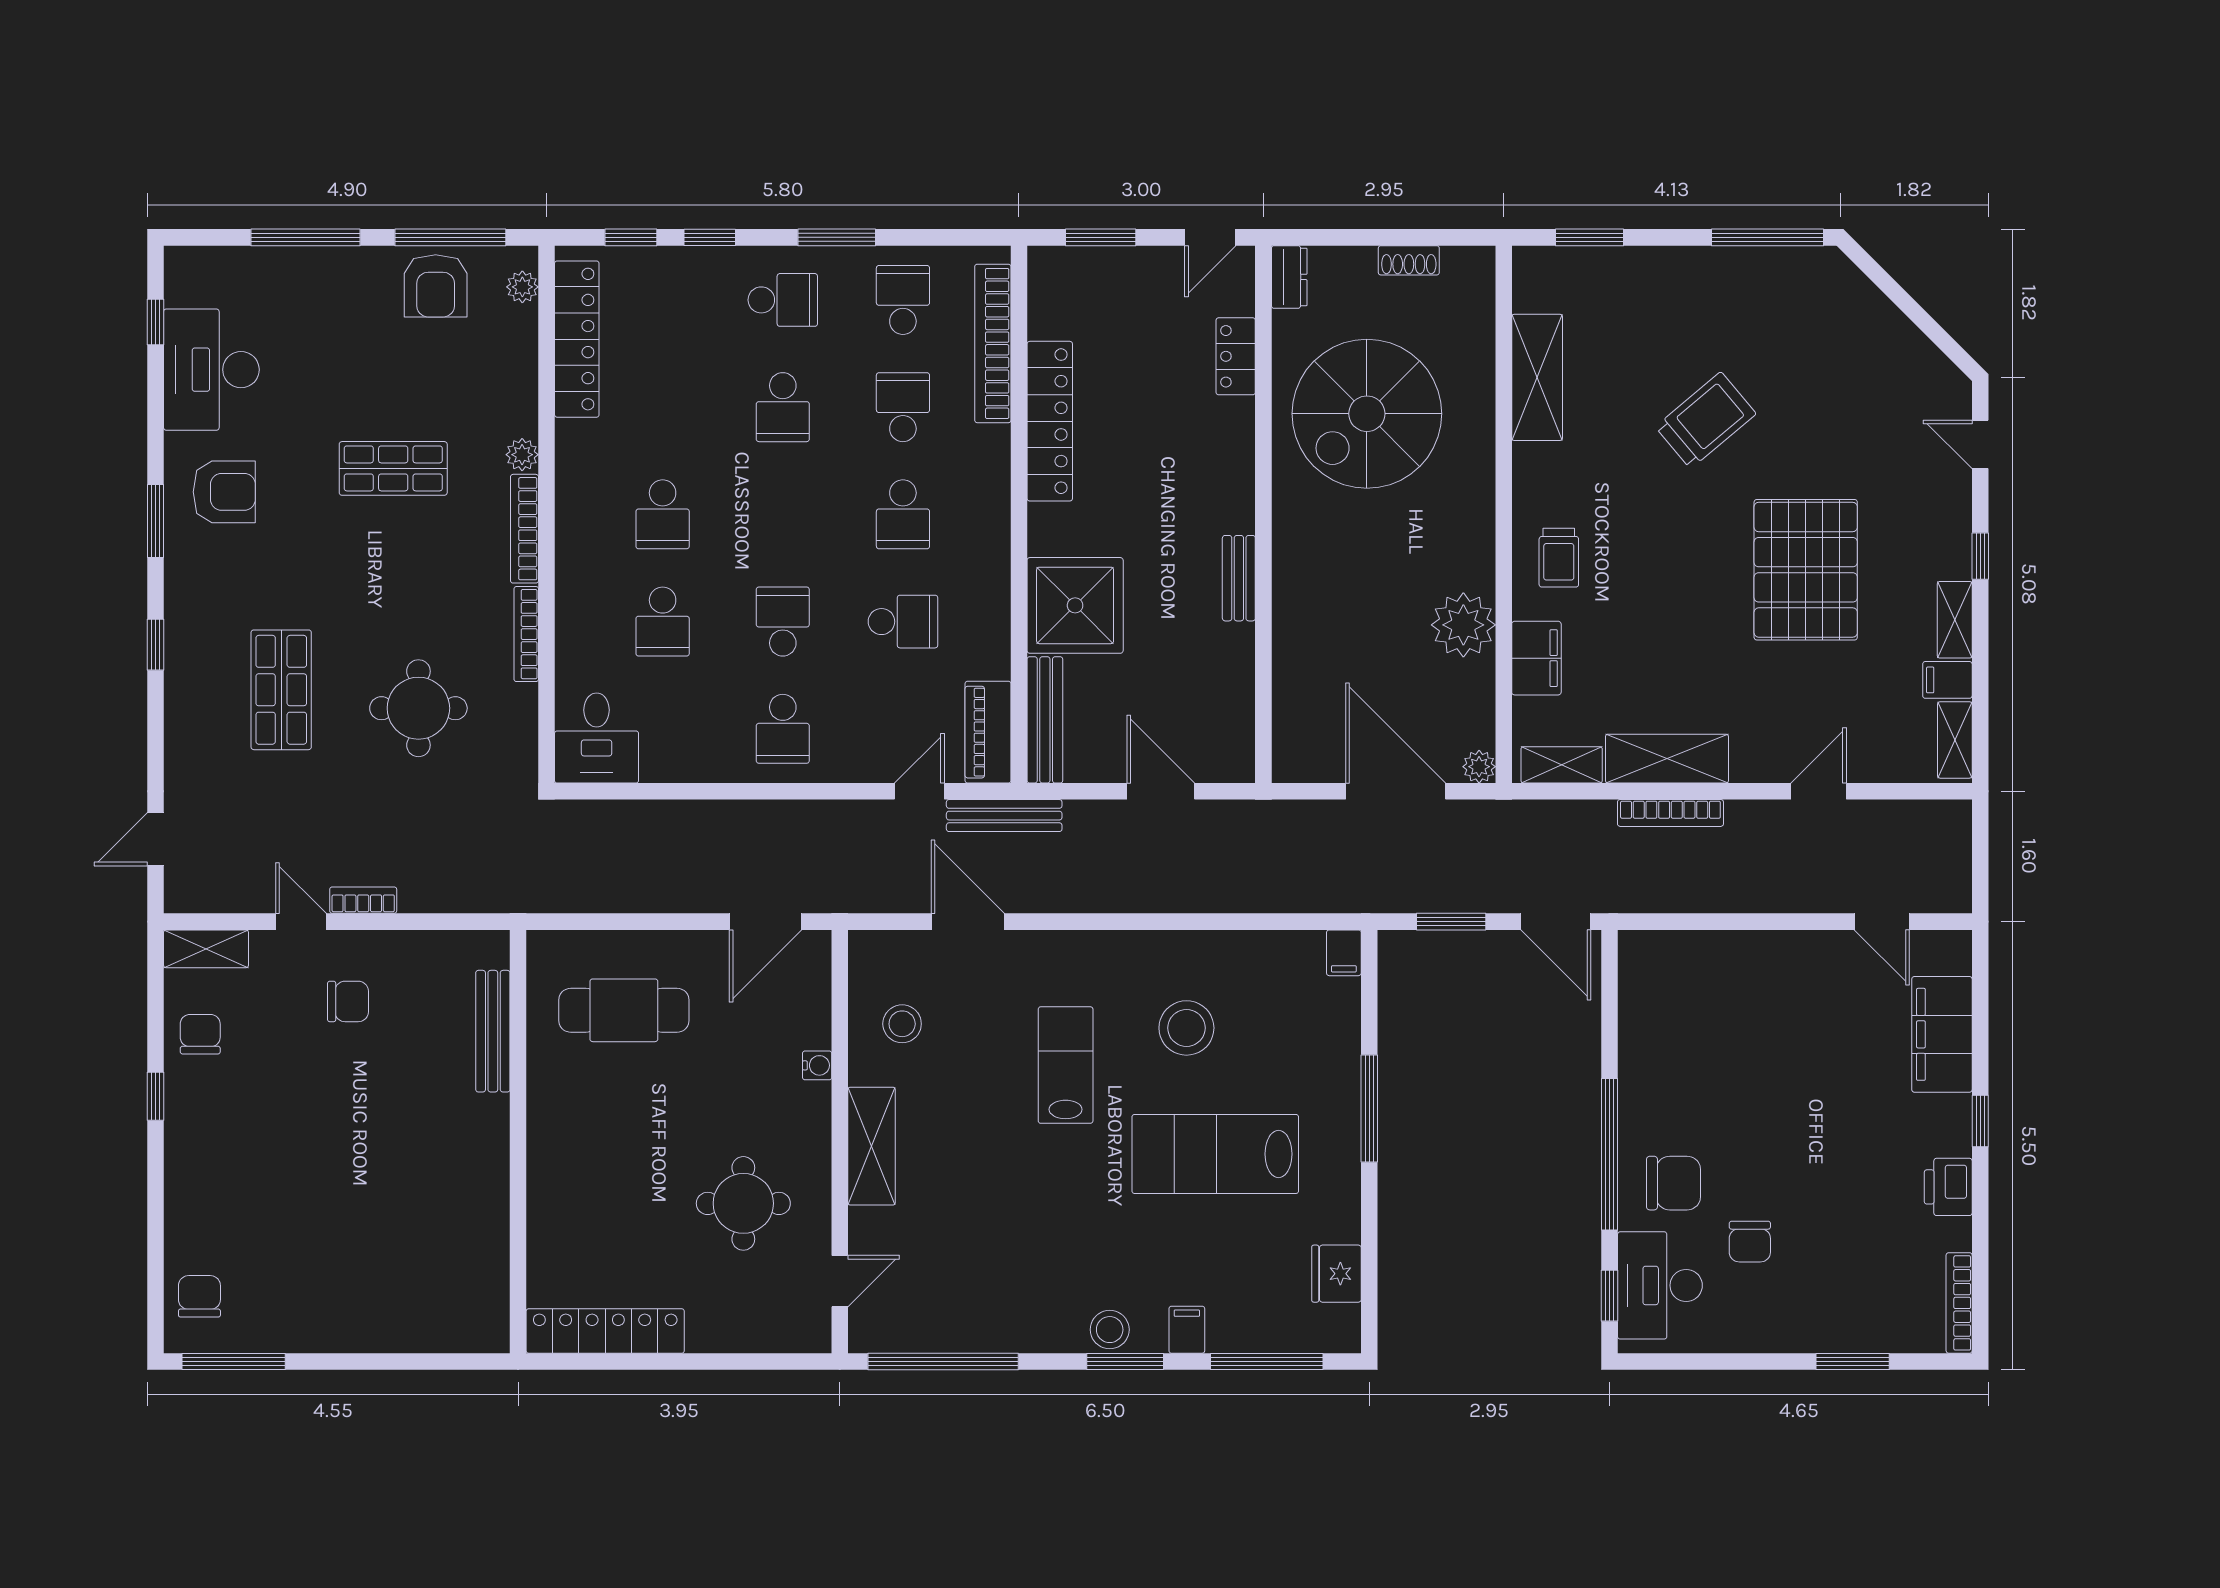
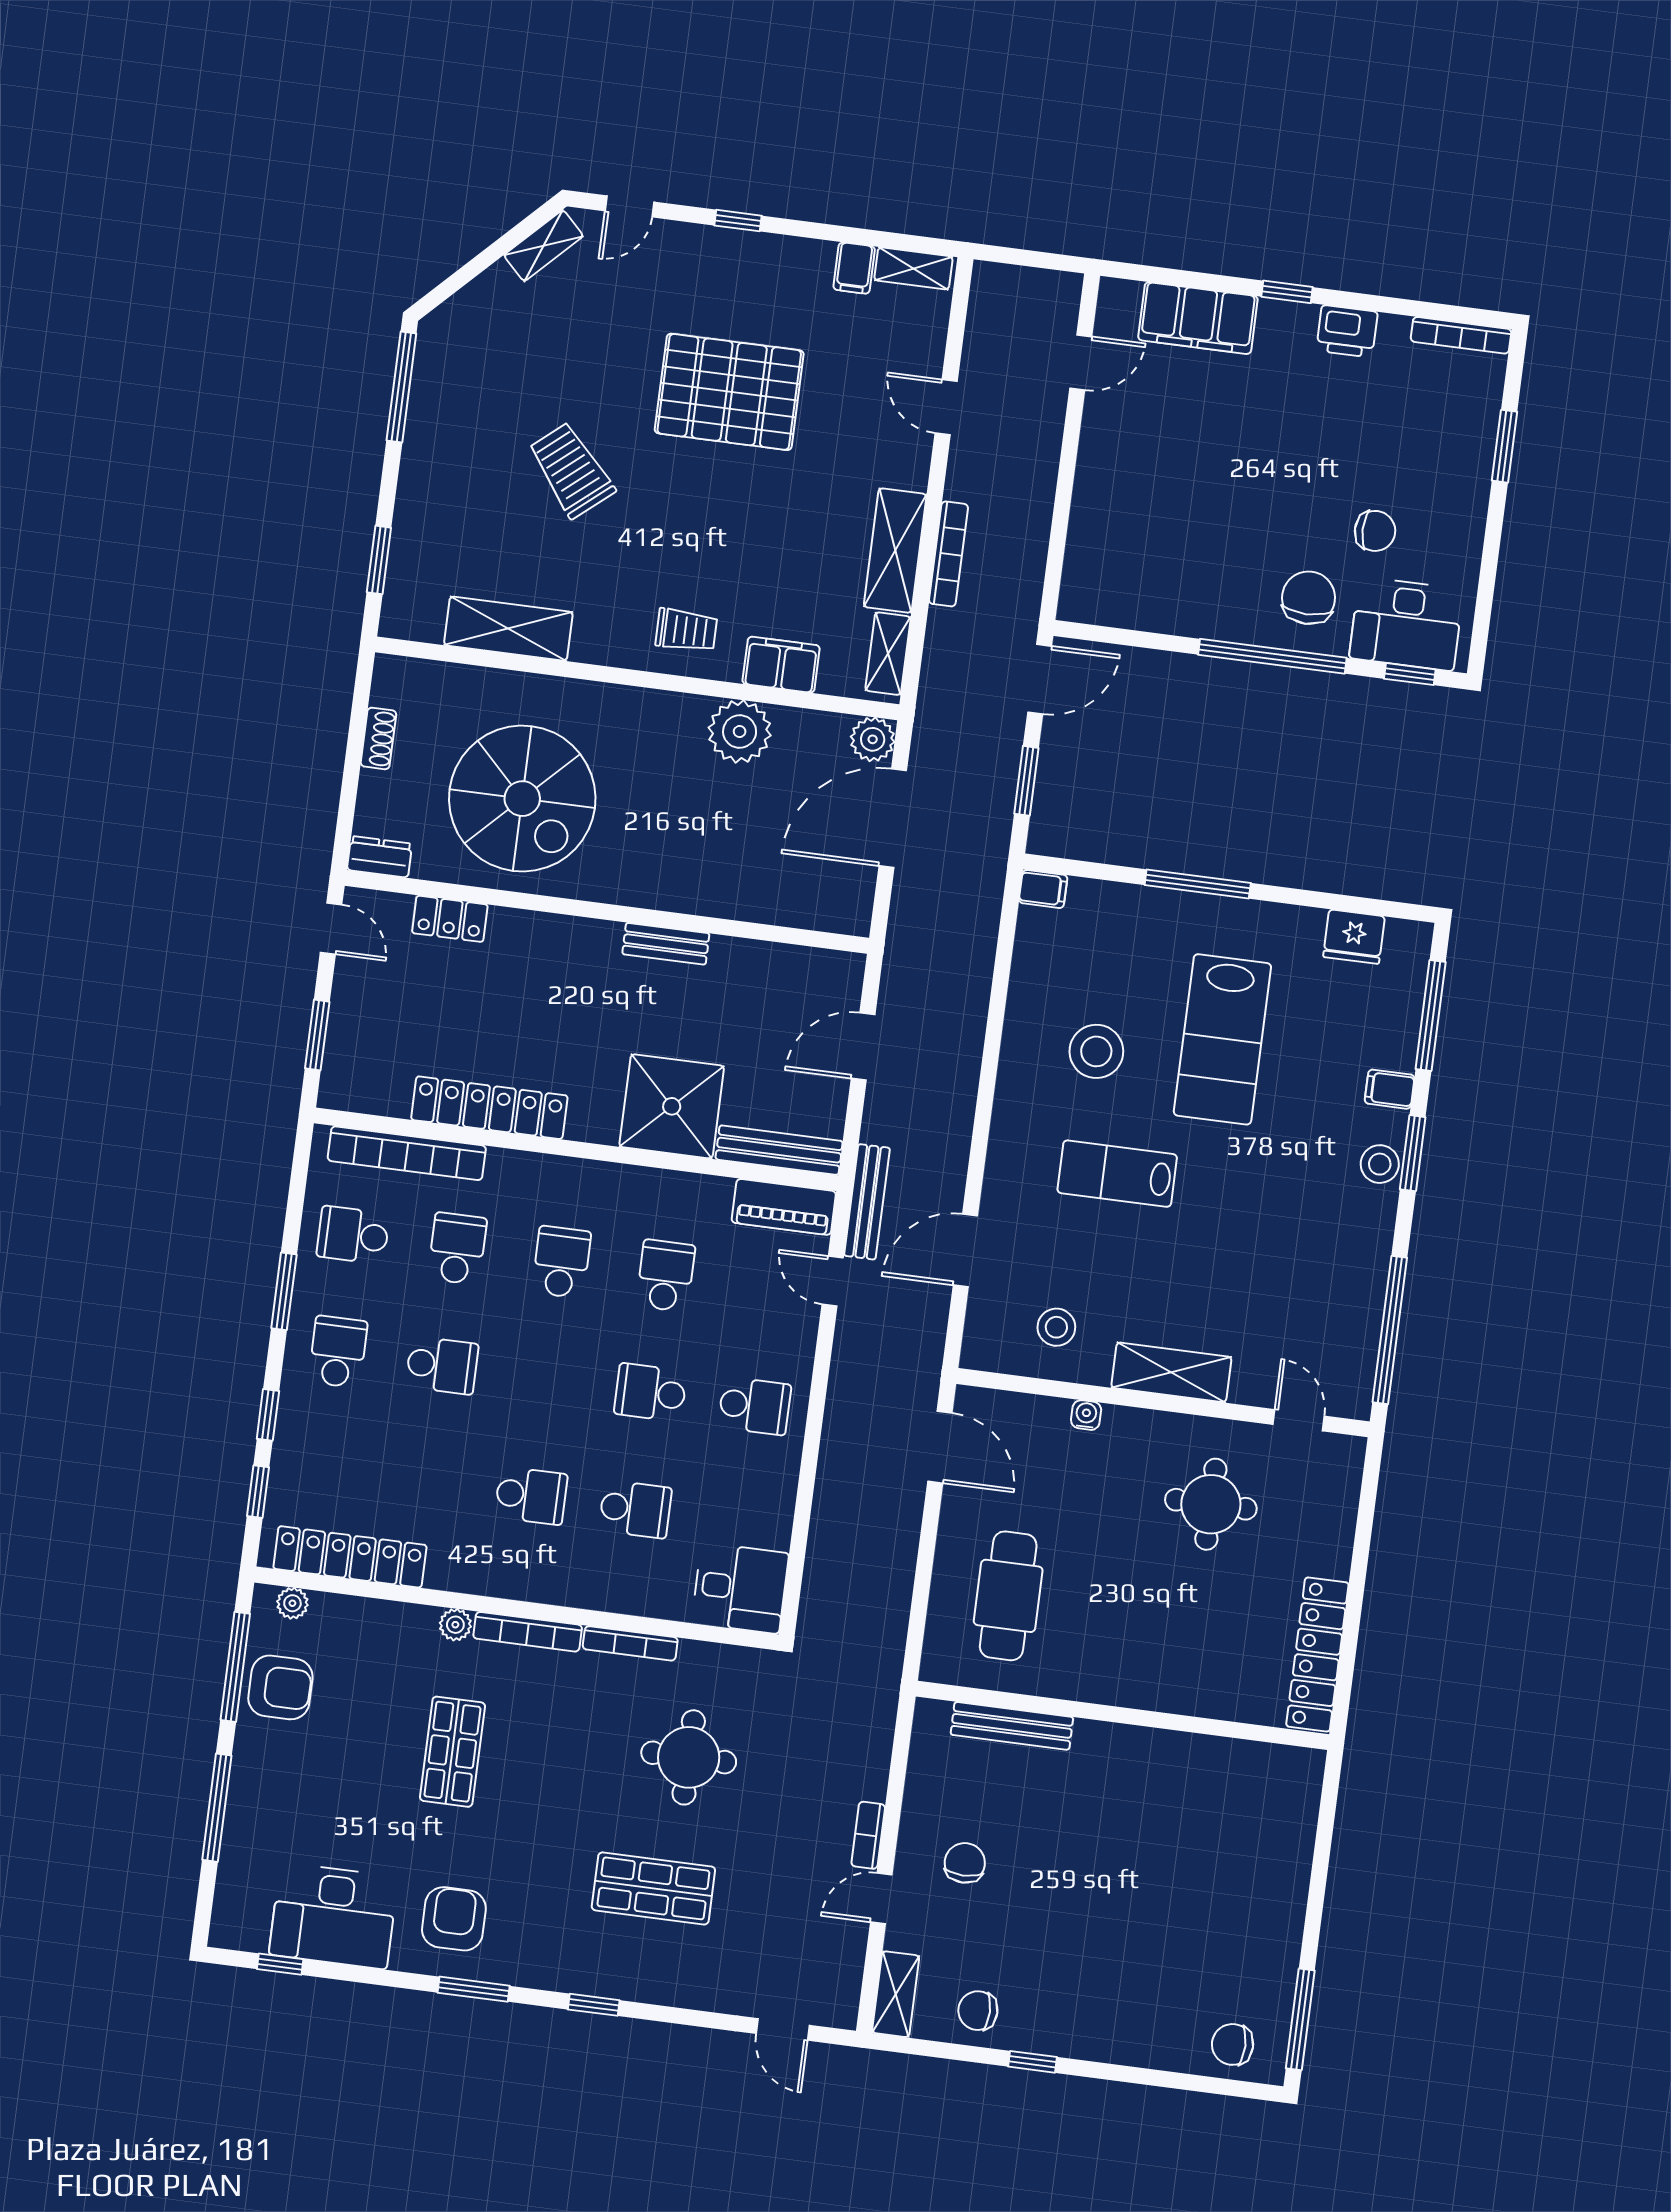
school desk: (903, 407) -> (457, 1249), turned 90
school desk: (903, 514) -> (561, 1262), turned -90
shelving: (1955, 620) -> (544, 246), moved, turned -45
plant: (1479, 767) -> (873, 739), width x1.38, depth x1.38

